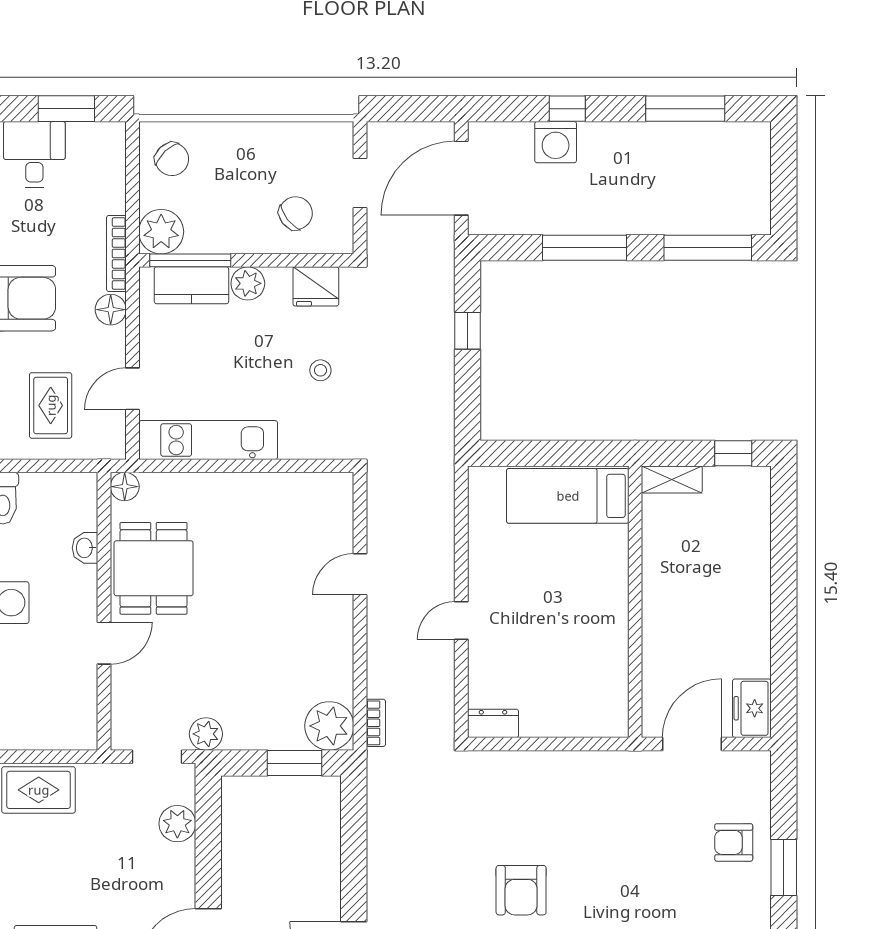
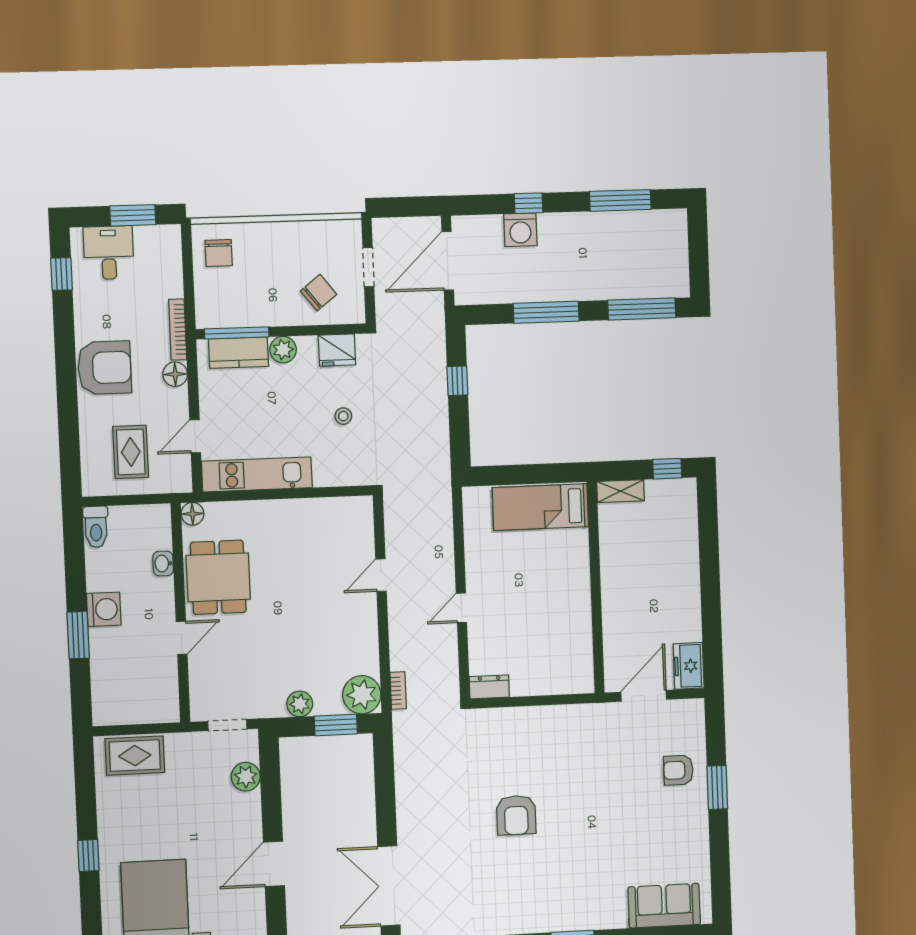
chair: (172, 159) -> (219, 253), turned 43
plant: (161, 232) -> (213, 311), removed
plant: (206, 734) -> (300, 704), moved

